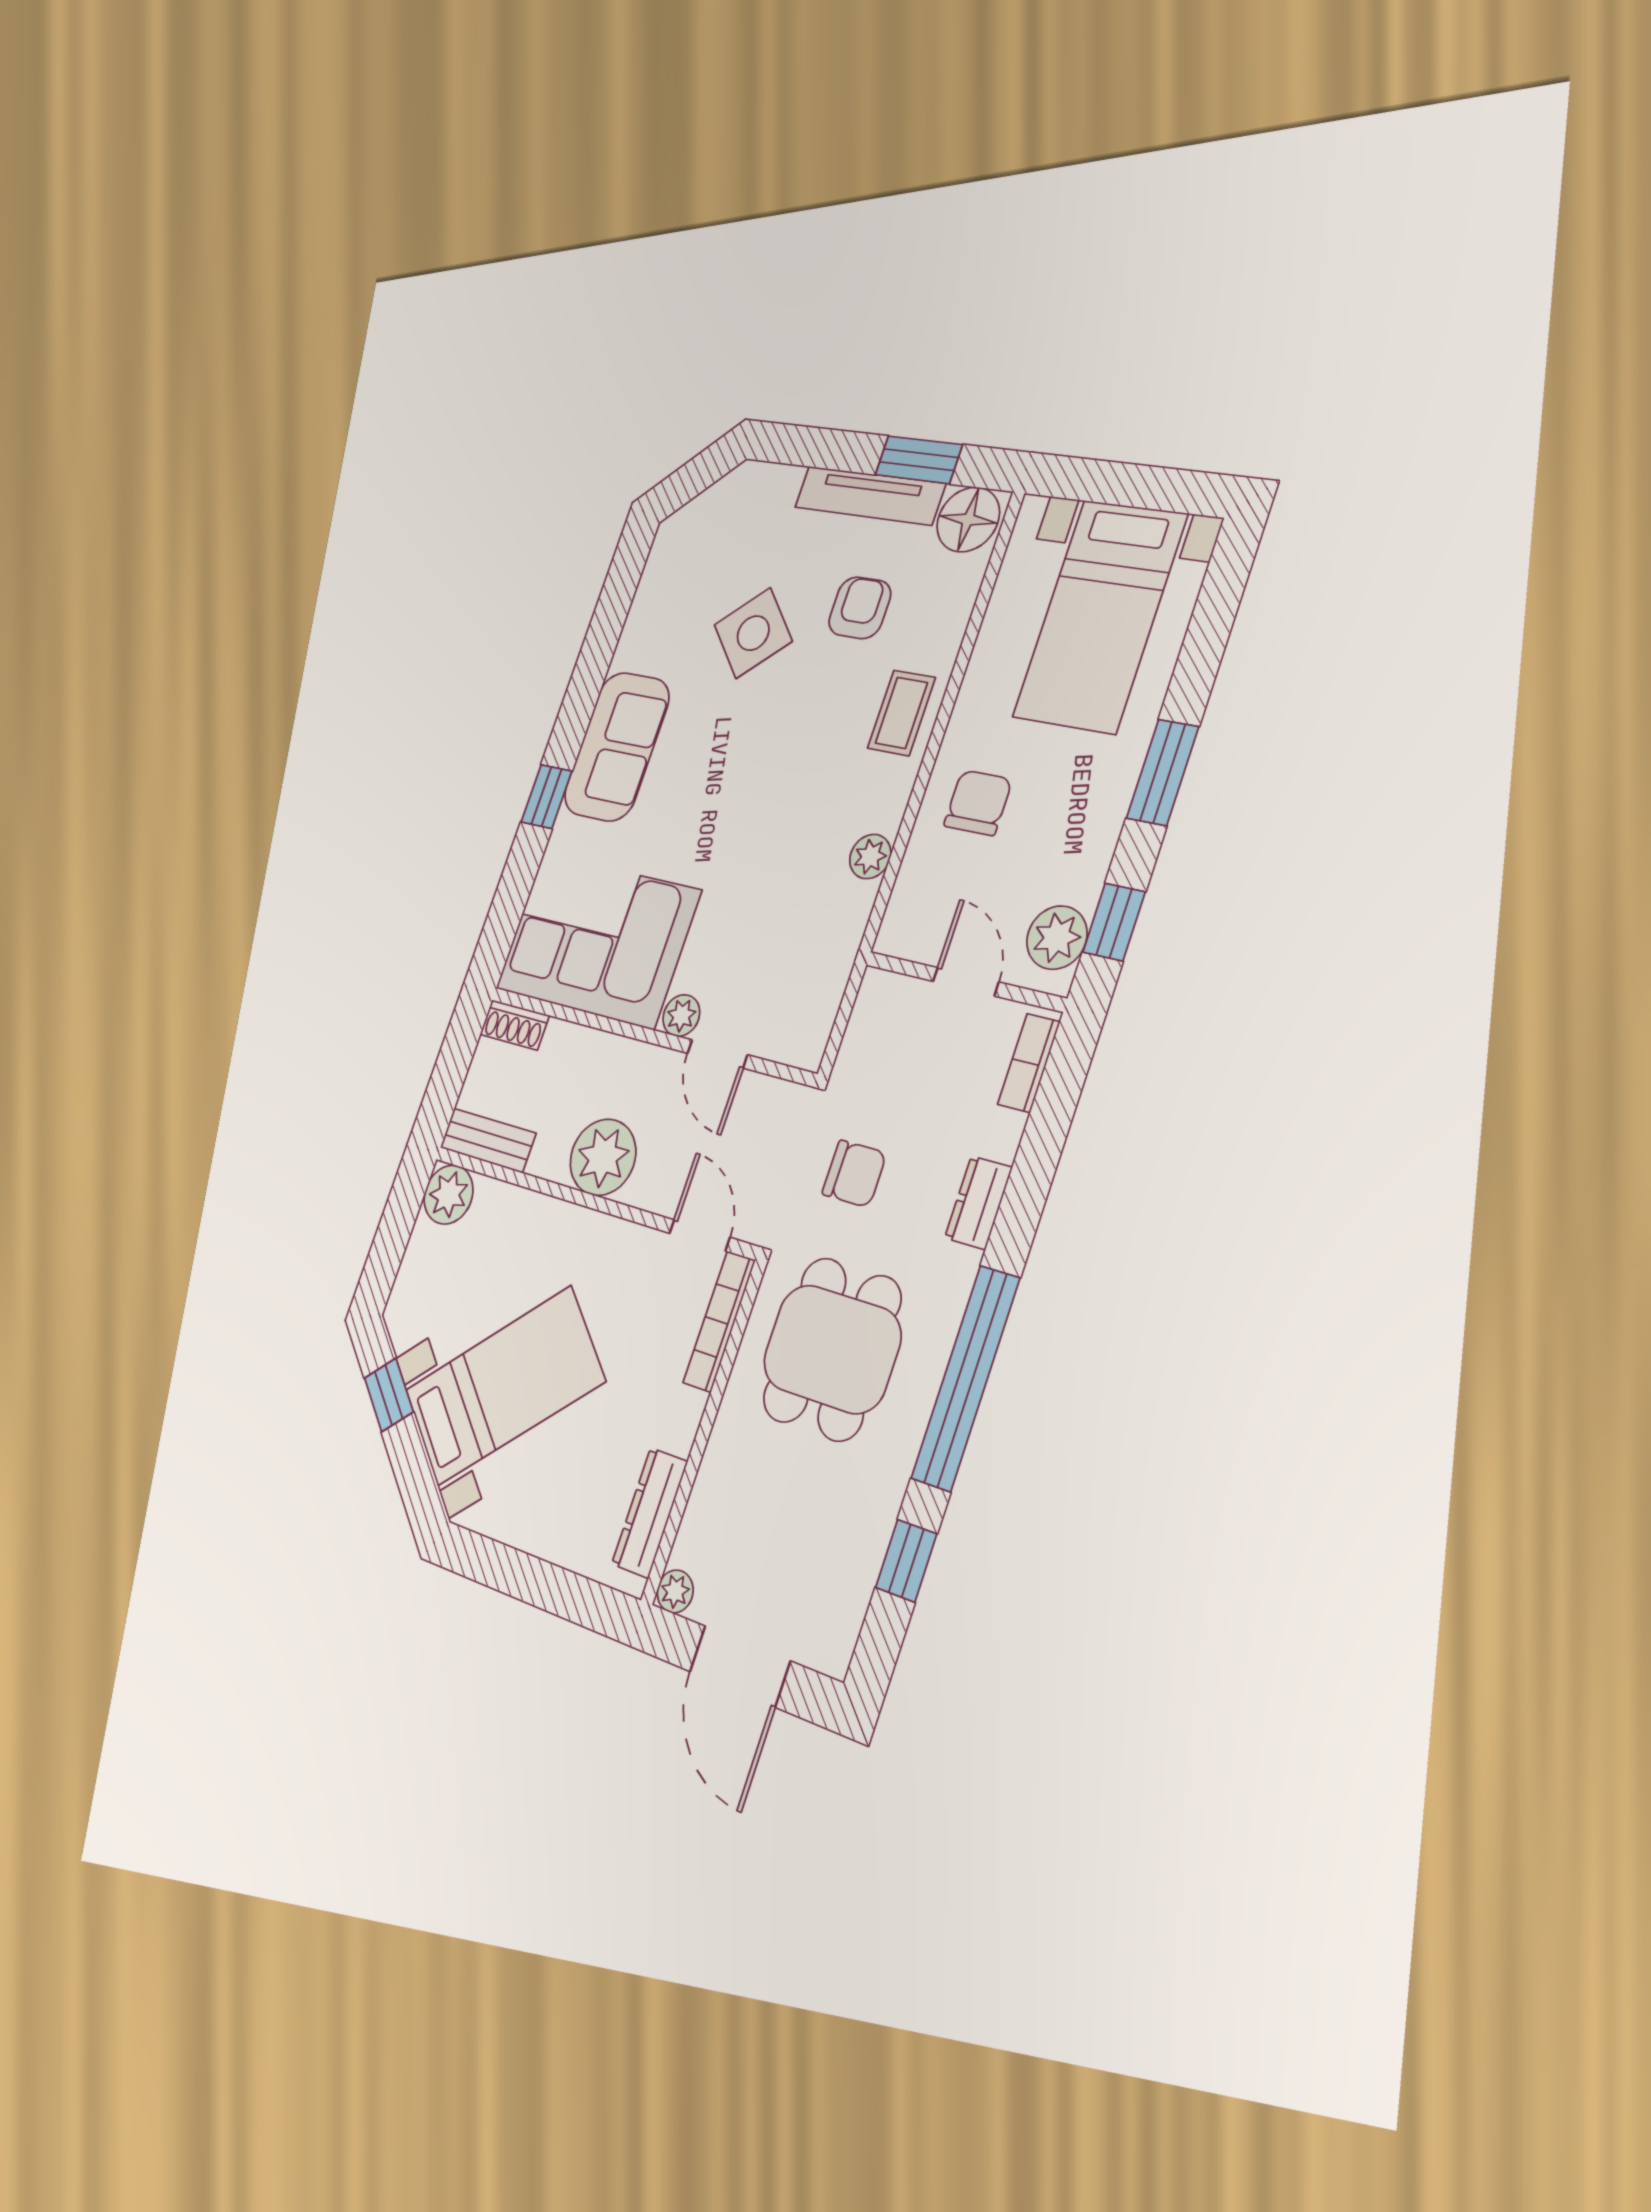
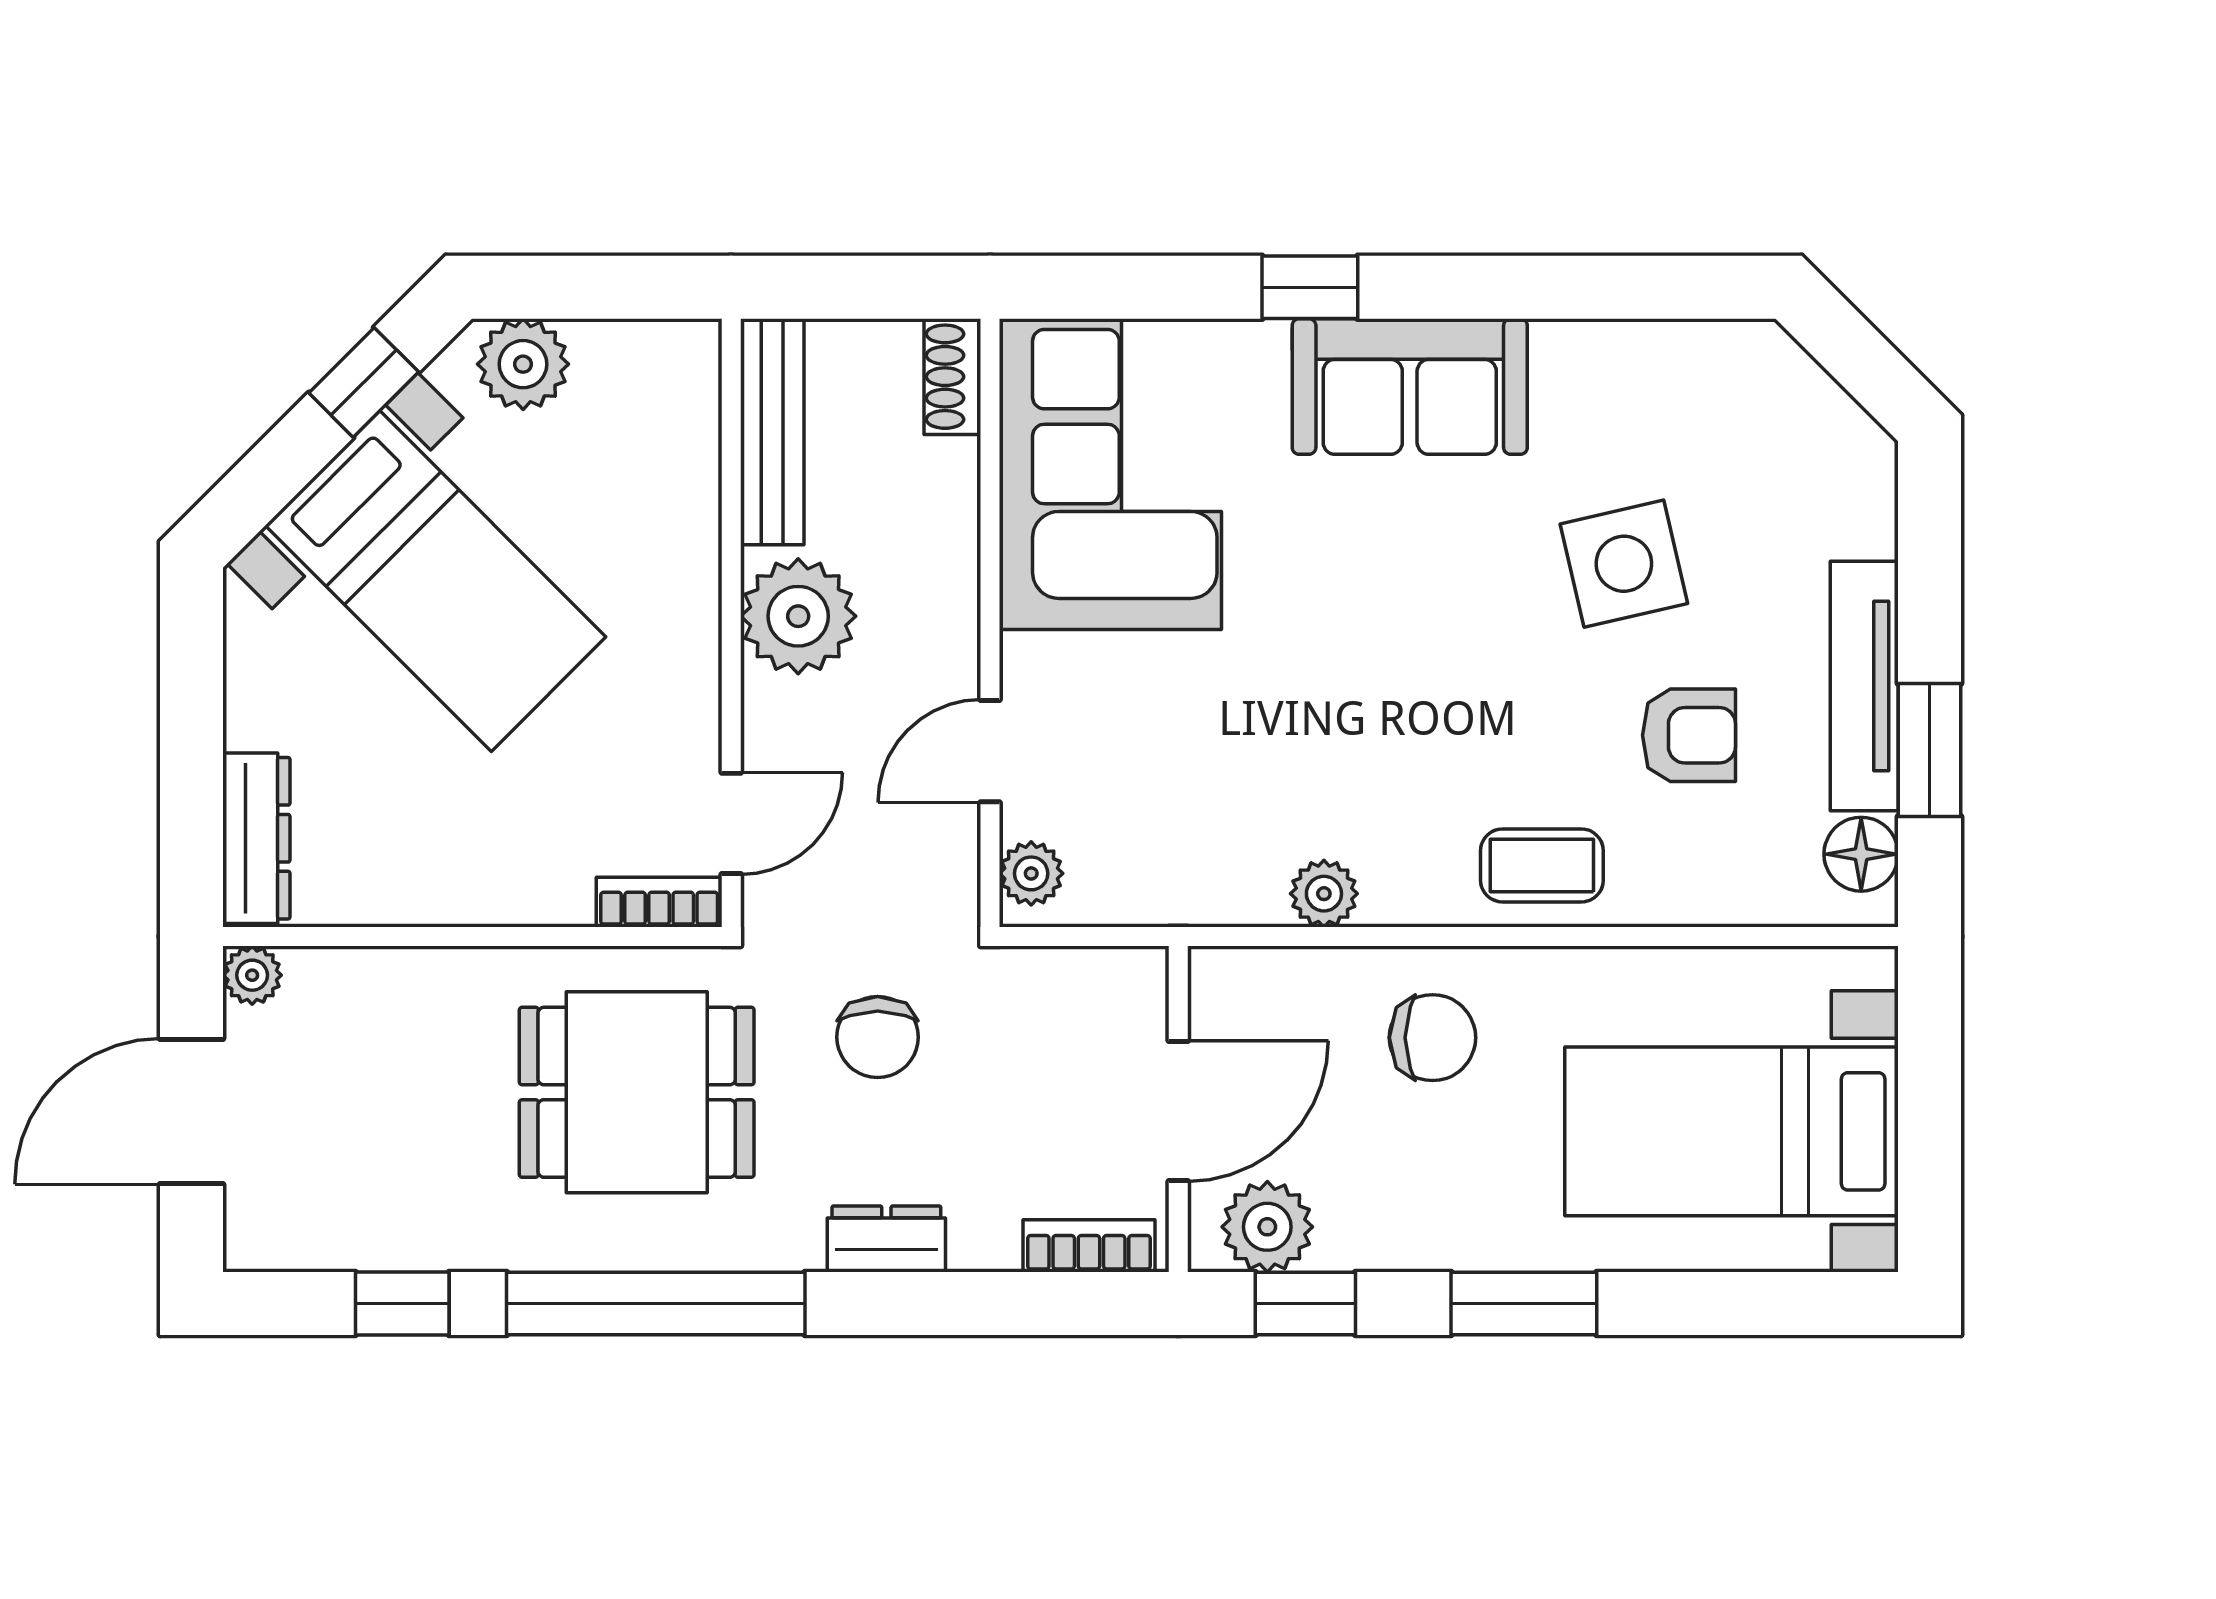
floor lamp: (968, 519) -> (1861, 854), width x0.73, depth x0.73
side table: (753, 633) -> (1624, 564), turned 30
door: (966, 982) -> (1178, 1111), width x1.38
plant: (681, 1016) -> (1031, 873), moved
bench: (488, 1140) -> (772, 432), width x1.36
plant: (448, 1195) -> (523, 364), moved
bookcase: (719, 1321) -> (659, 902), width x0.64
dresser: (650, 1513) -> (256, 838), moved, turned 90

